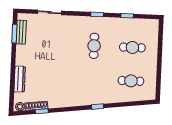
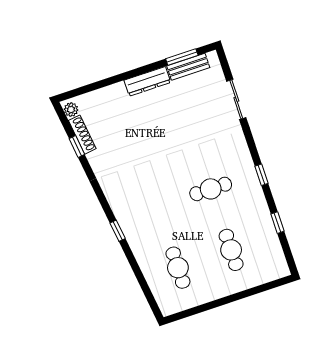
dresser: (20, 79) -> (147, 81), moved

